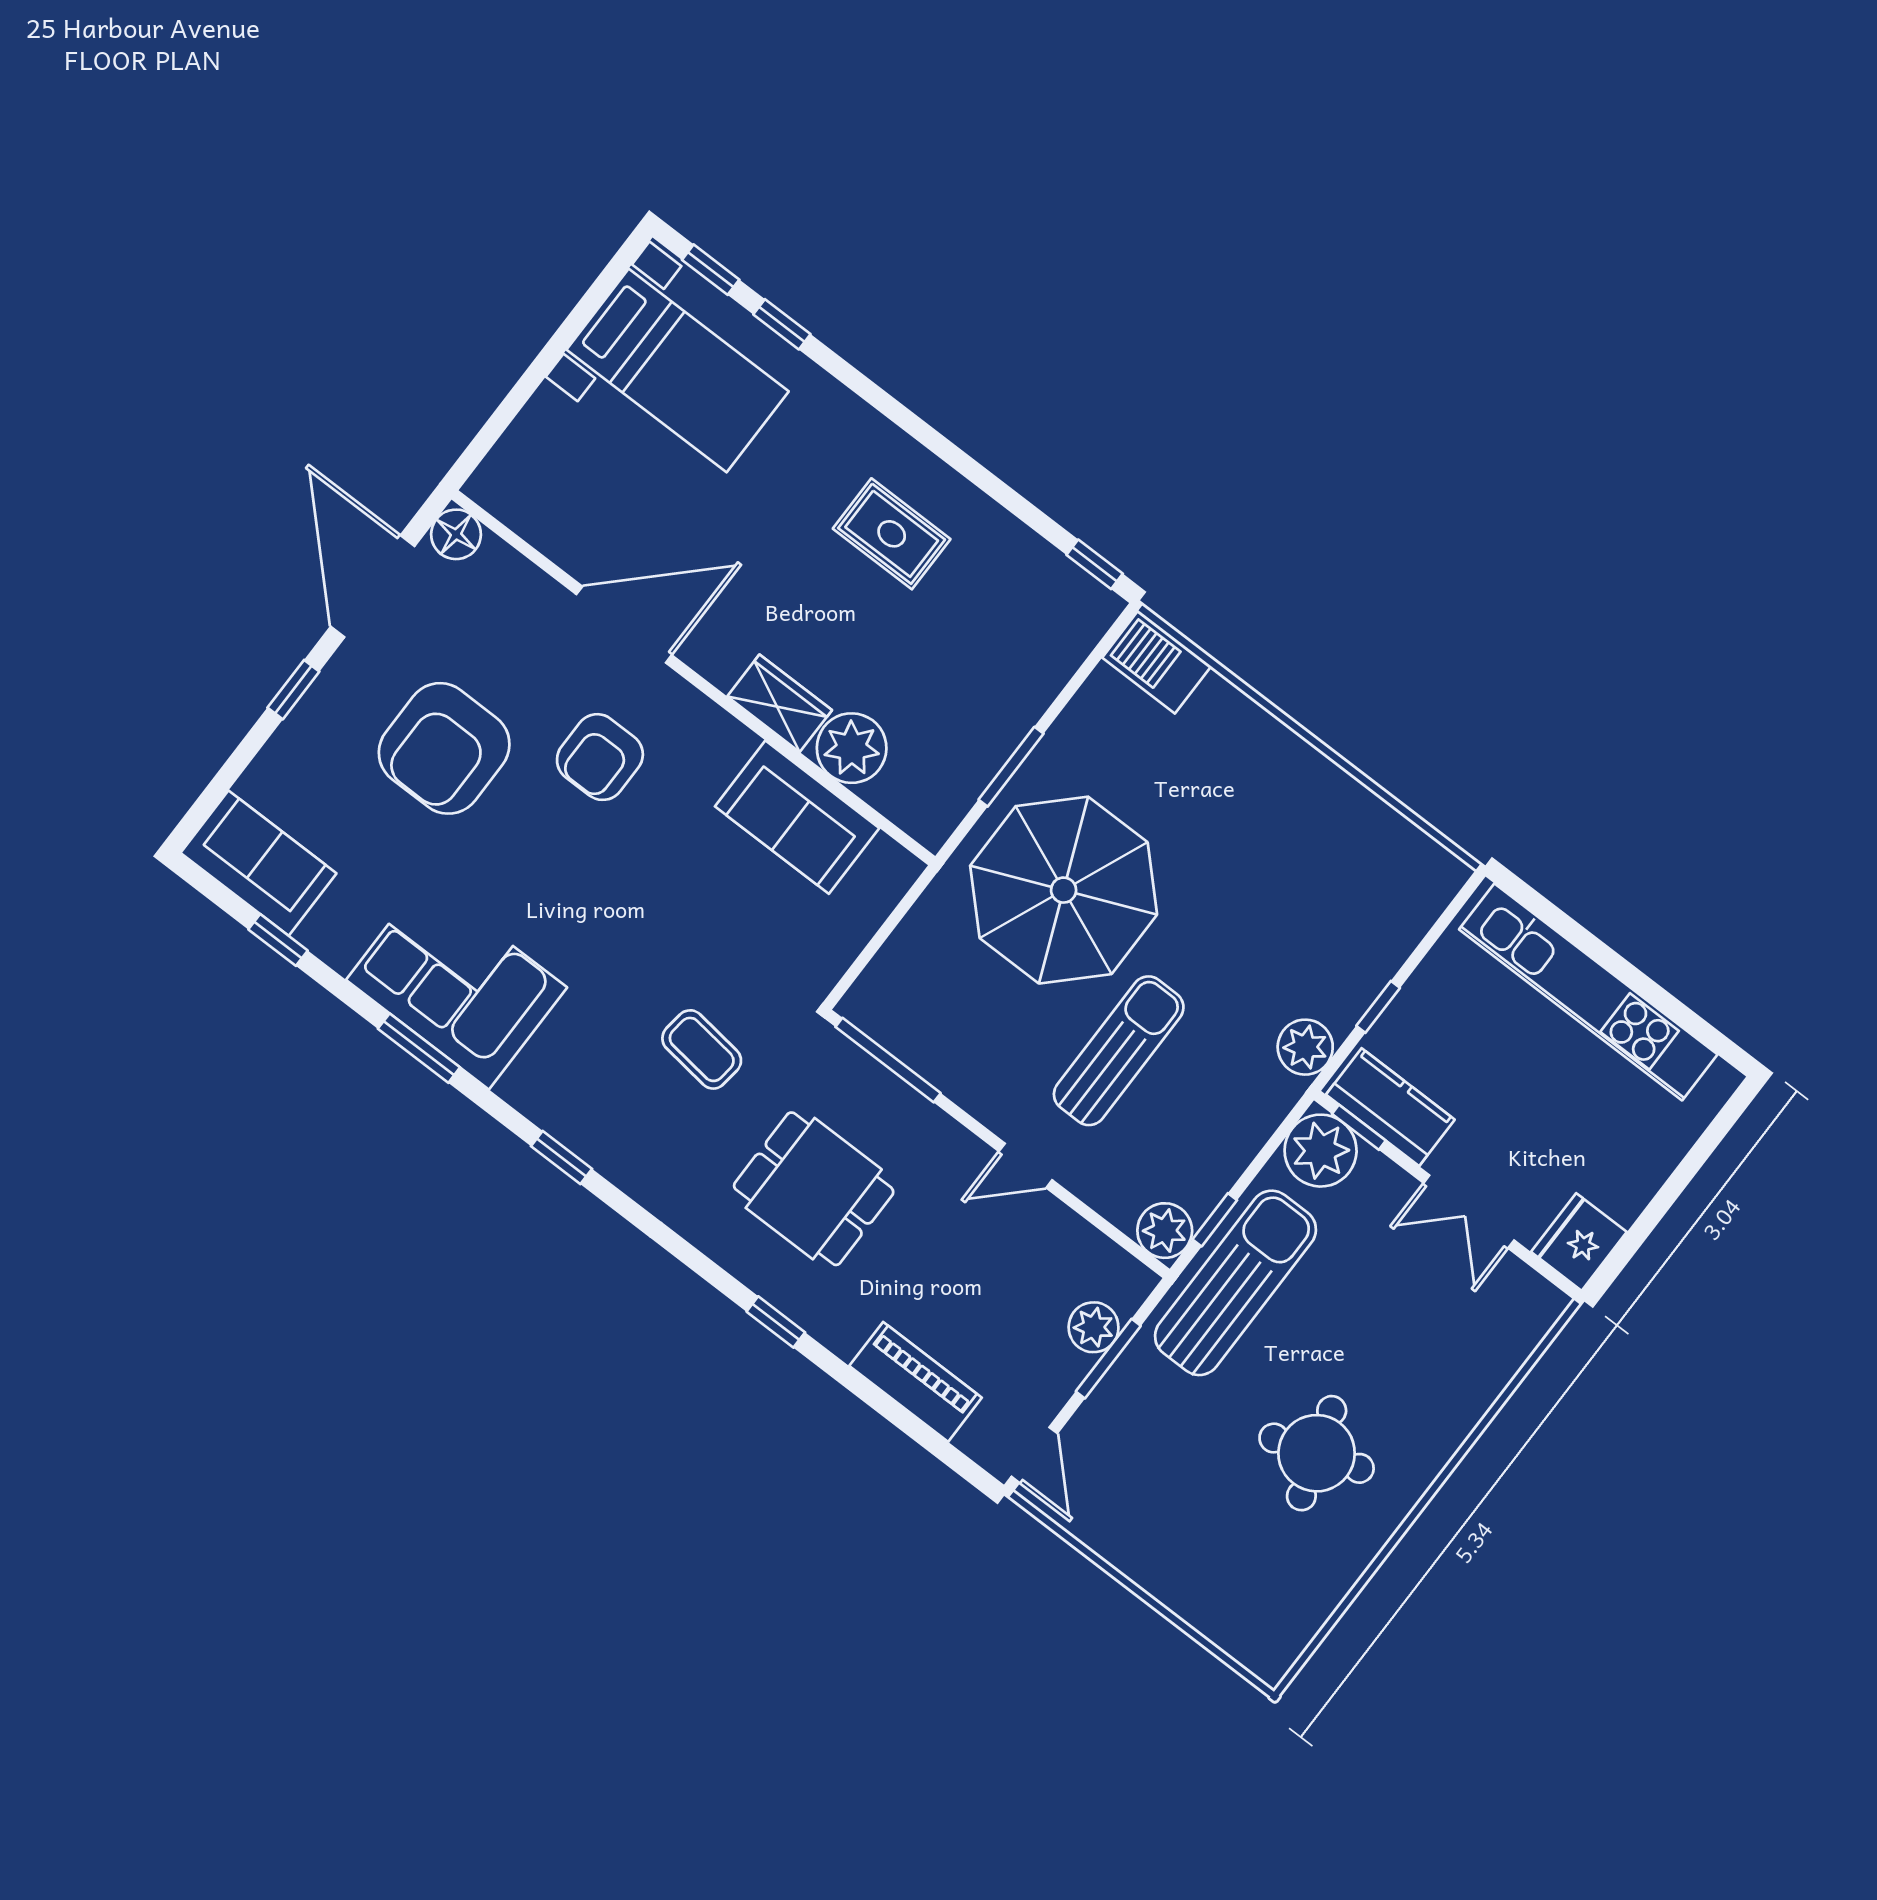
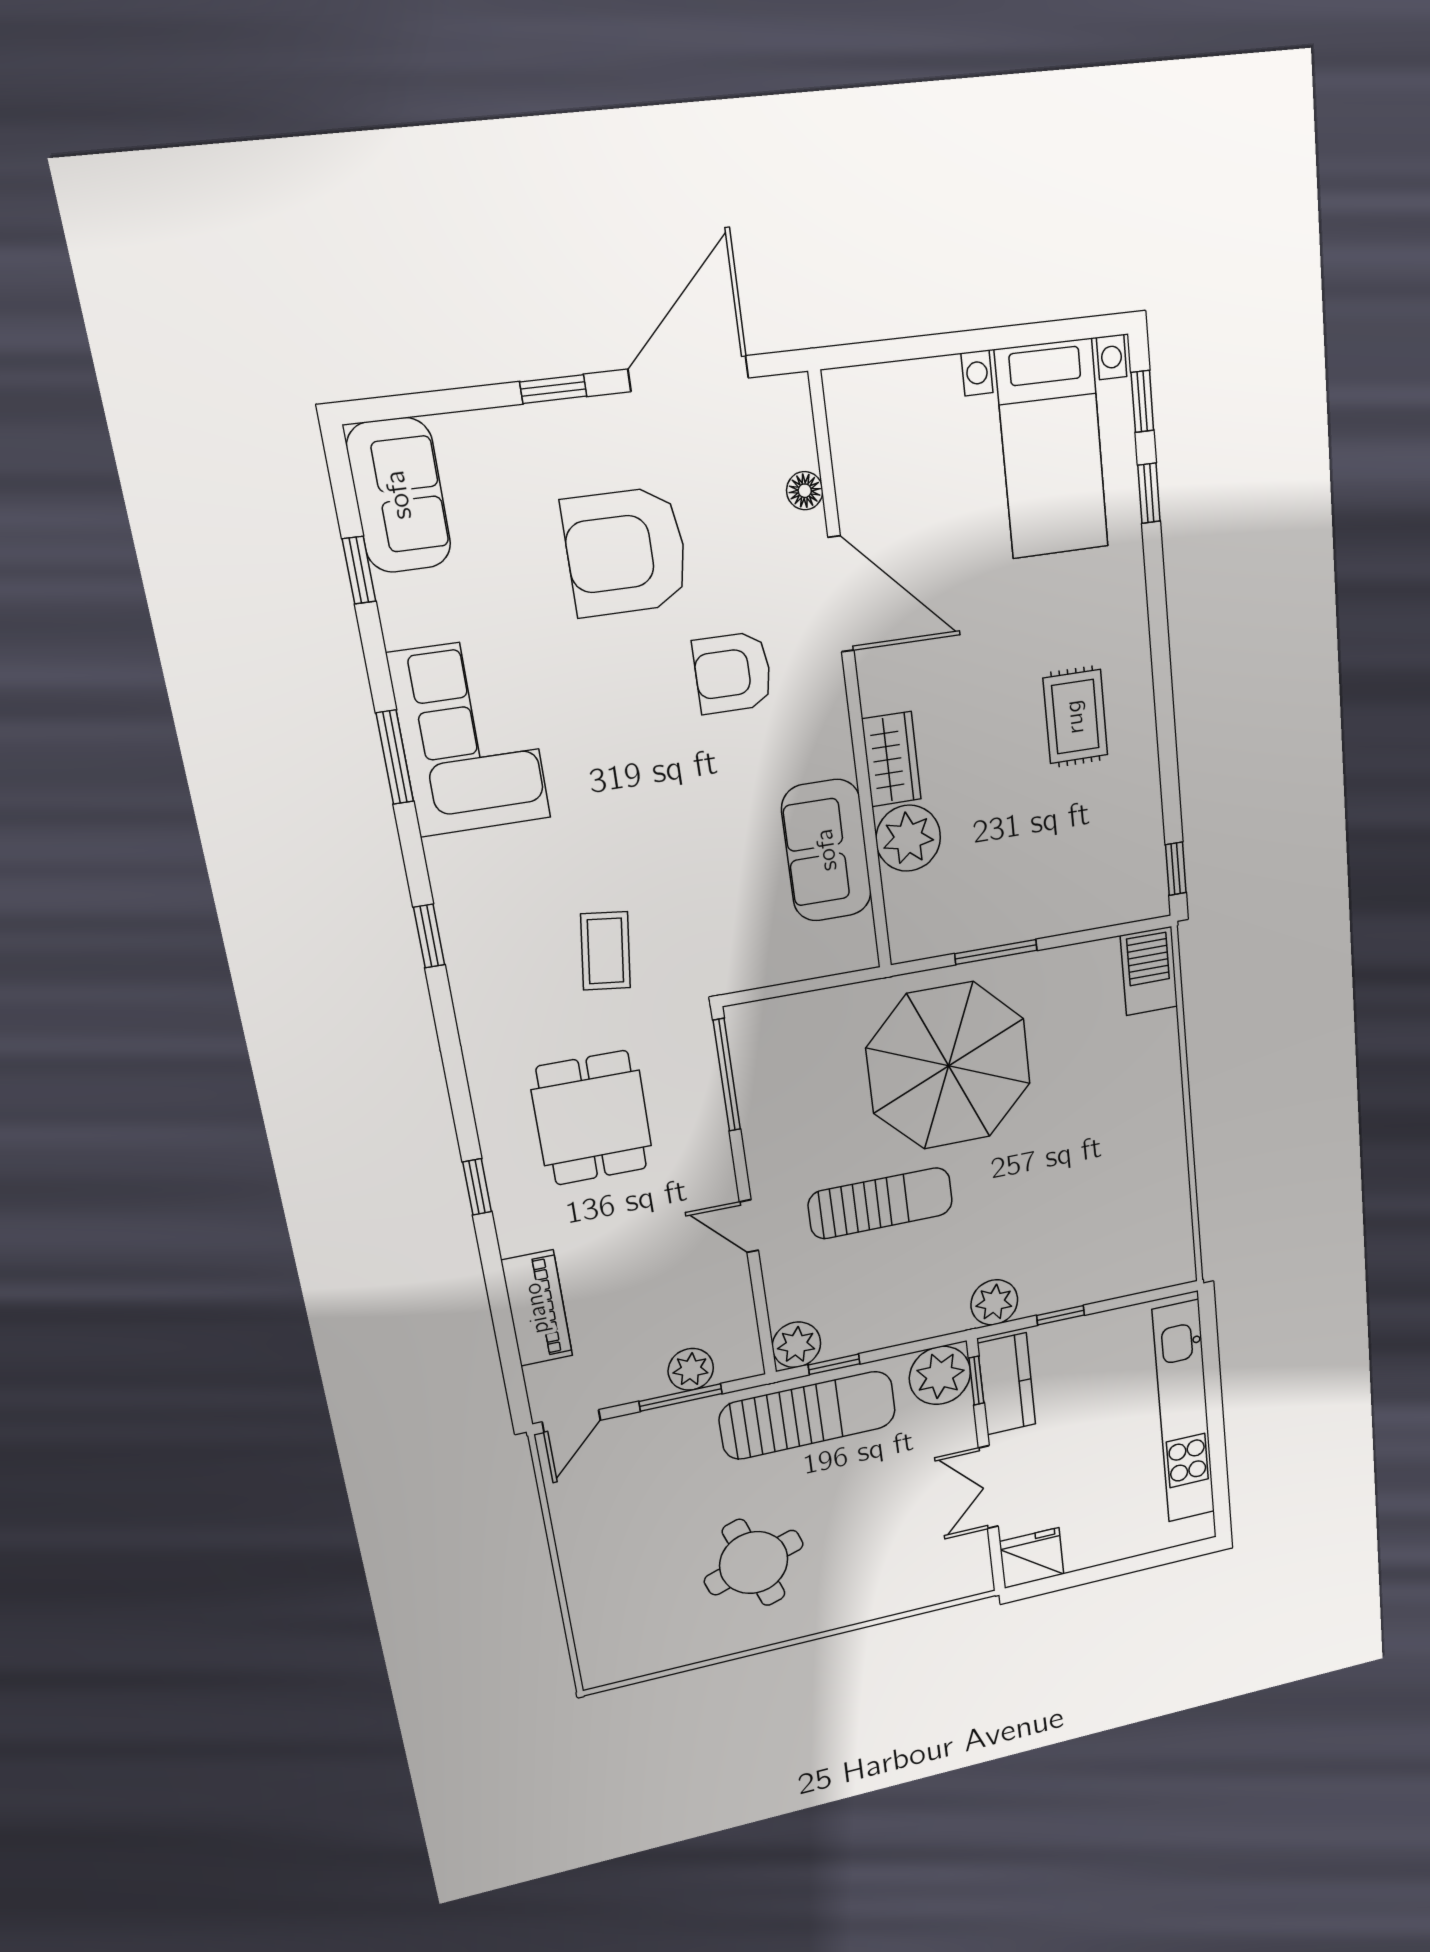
floor lamp: (456, 534) -> (805, 491), moved, width x0.73, depth x0.73

